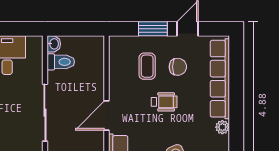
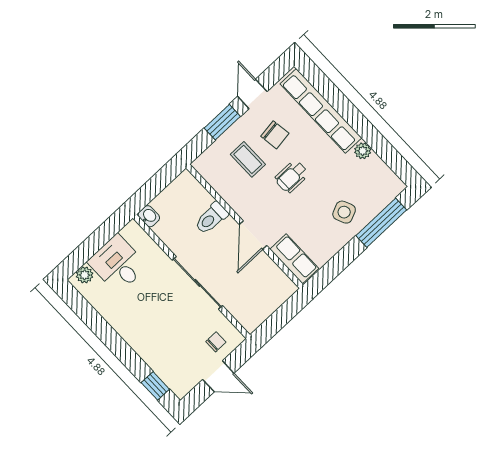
toilet: (61, 62) -> (211, 218), moved, turned 180
chair: (178, 67) -> (275, 135), turned 82
wheelchair: (164, 102) -> (292, 176), turned 180

